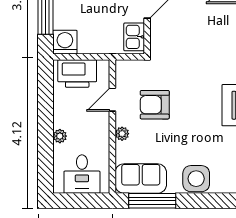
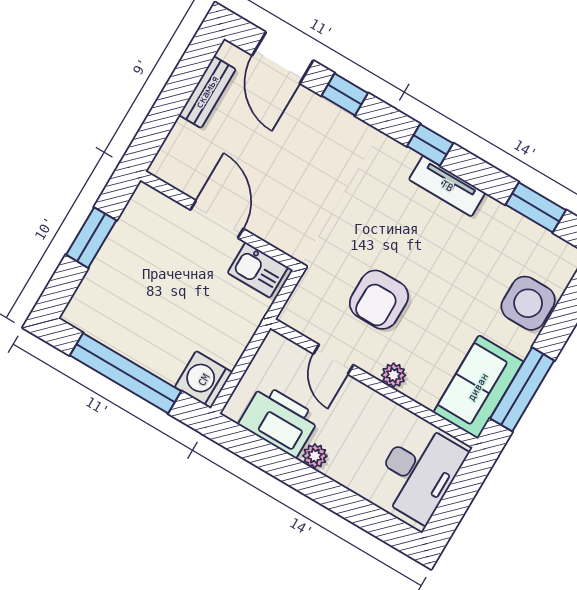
printer: (77, 74) -> (279, 421), moved, turned -90
plant: (60, 136) -> (315, 456), moved
desk: (82, 174) -> (419, 472), width x1.37

